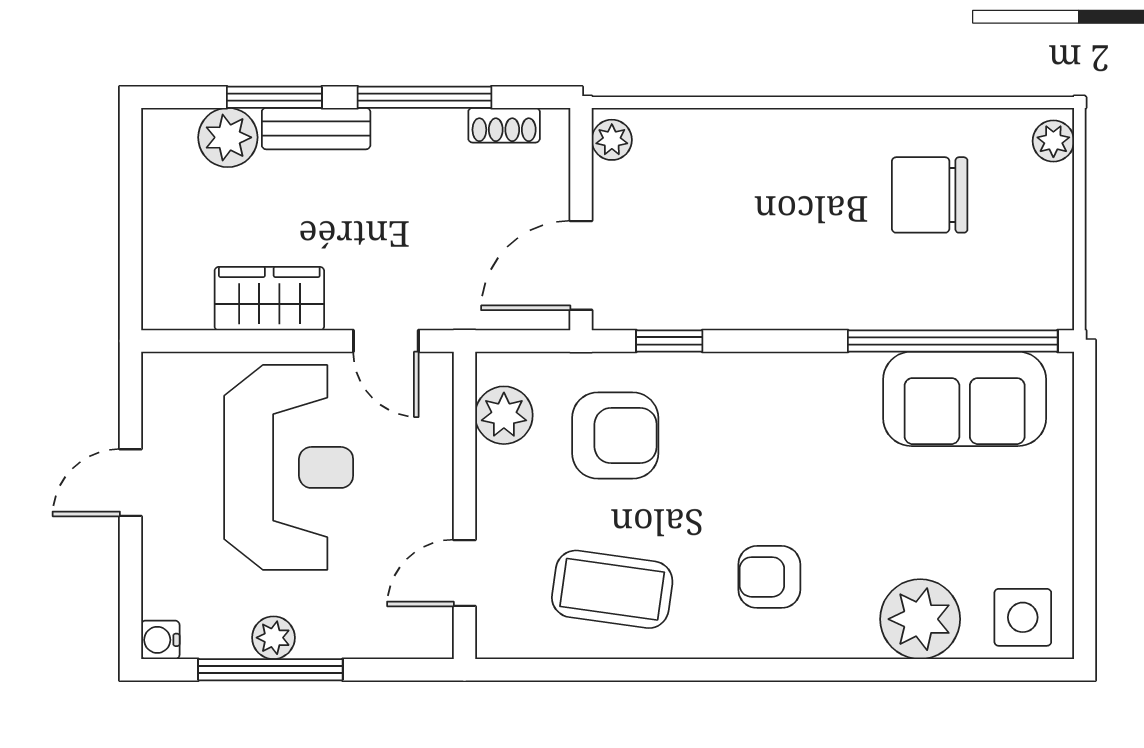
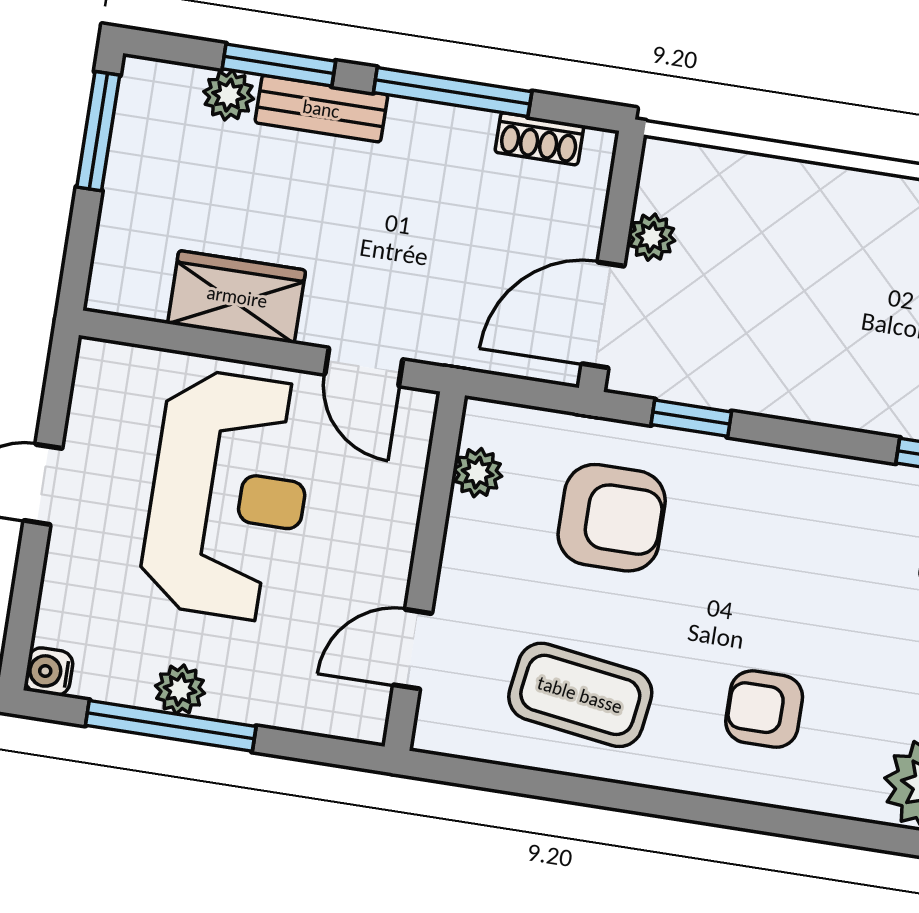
plant: (228, 137) -> (229, 95), width x0.73, depth x0.73
plant: (612, 140) -> (652, 237), moved
window: (131, 177) -> (98, 131), added
plant: (504, 415) -> (478, 473), width x0.73, depth x0.73

